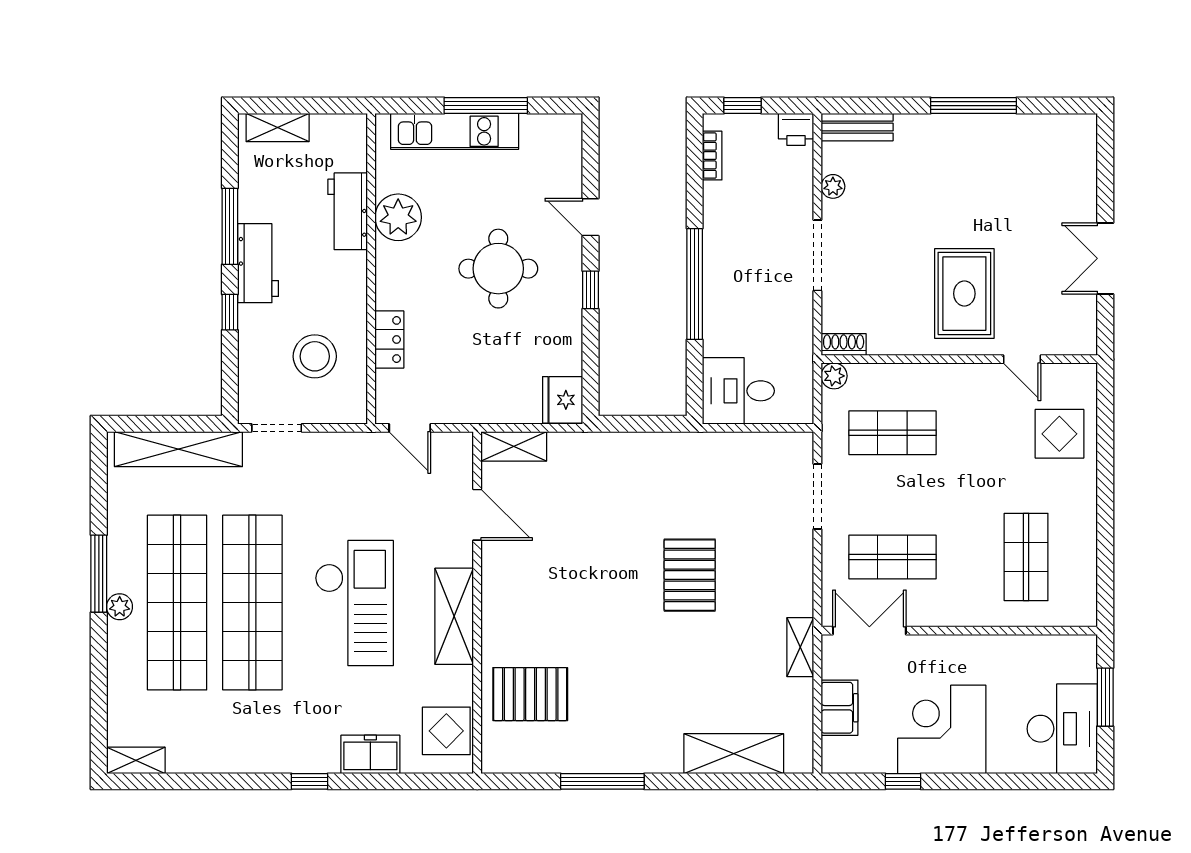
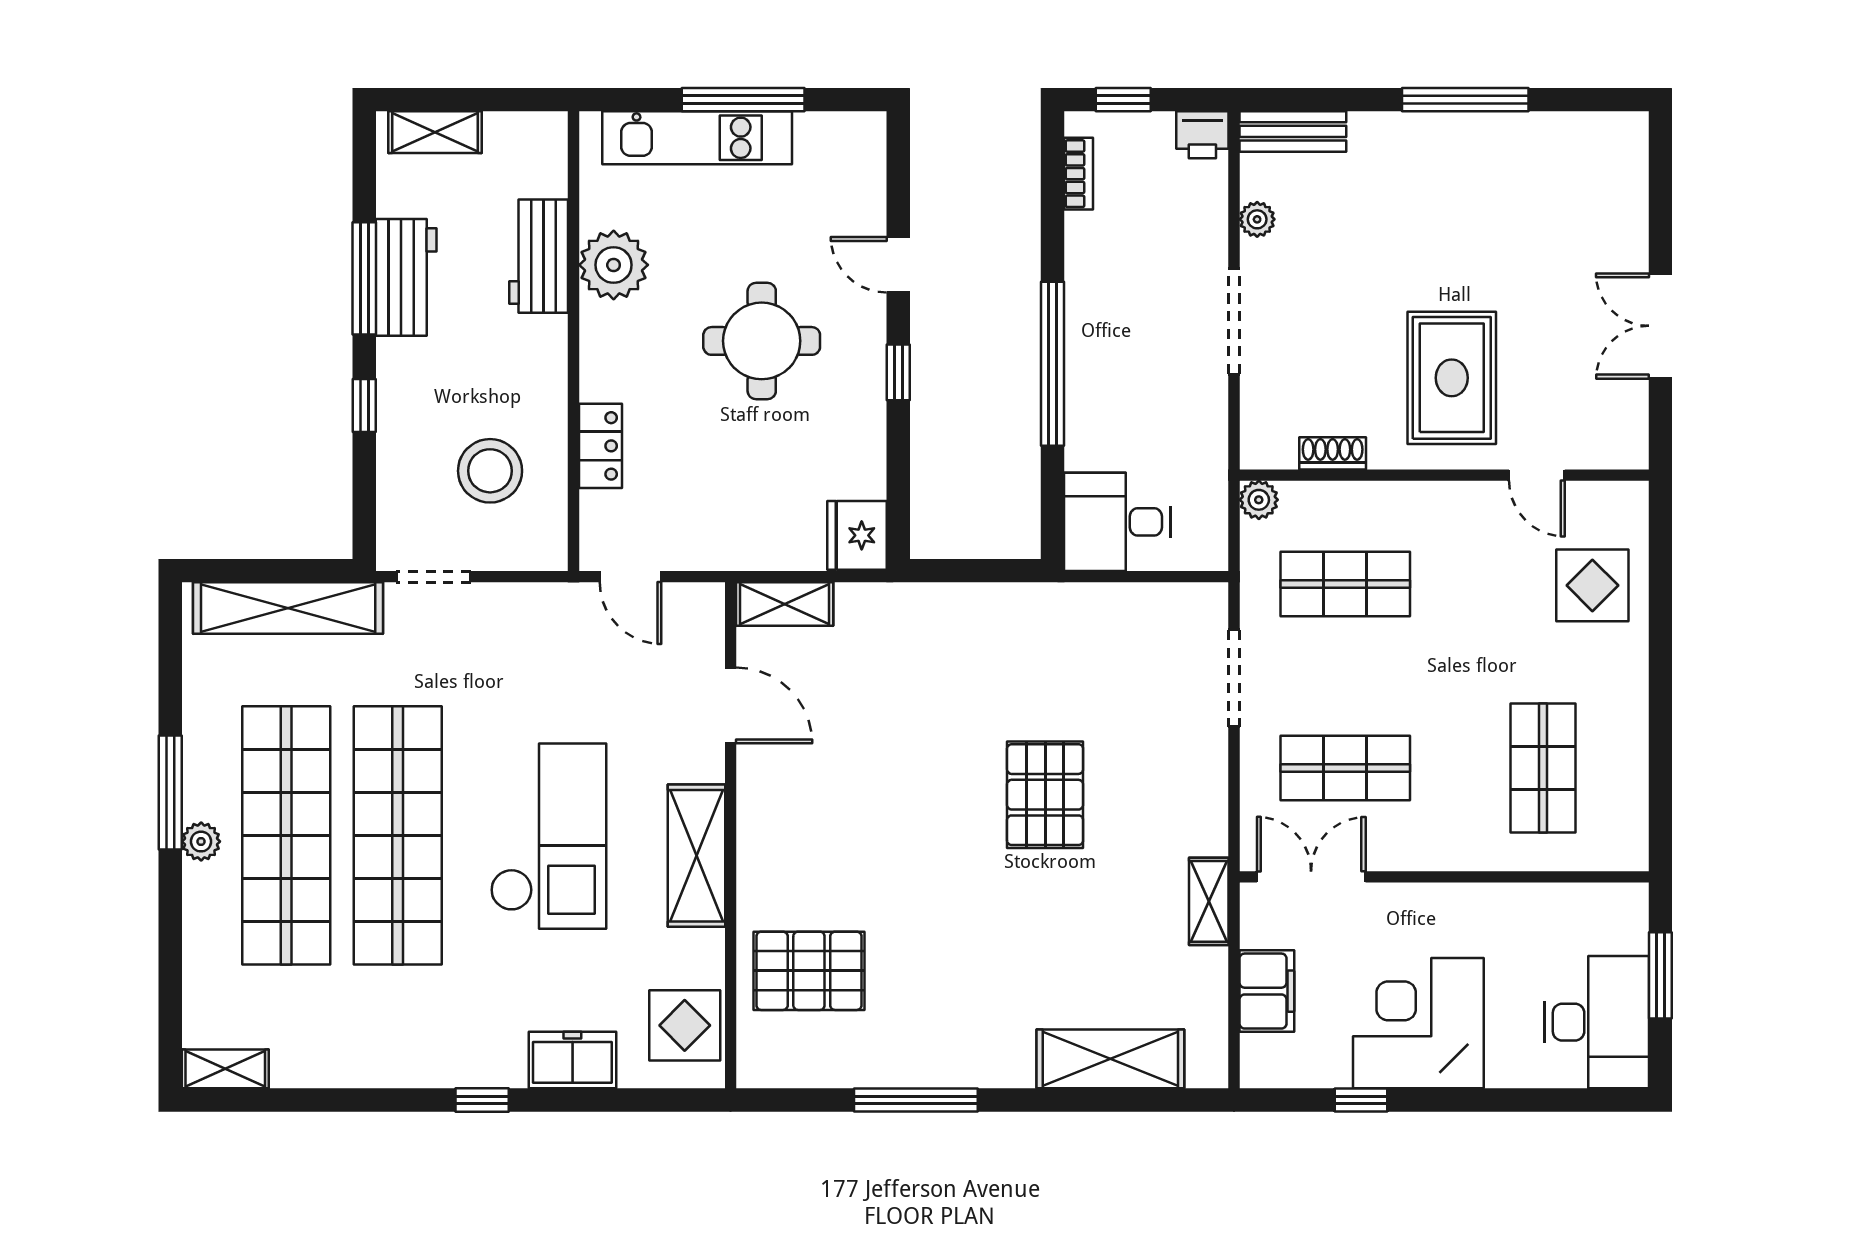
workbench: (258, 263) -> (406, 277), moved
shoe rack: (844, 345) -> (1333, 453), moved

